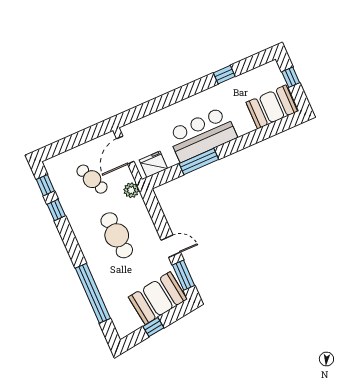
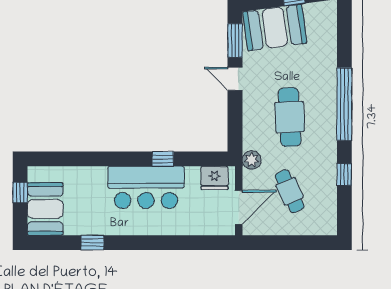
window: (291, 77) -> (20, 193), moved
booth: (272, 107) -> (45, 209), moved, turned 90
window: (199, 161) -> (163, 159), width x0.46
window: (45, 185) -> (344, 207), removed
window: (93, 293) -> (344, 104), moved

